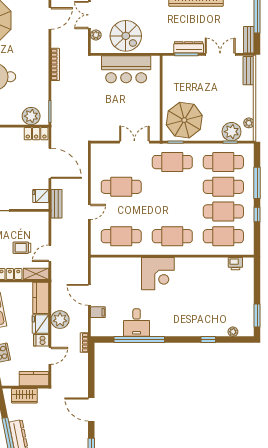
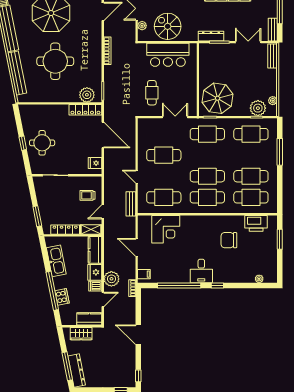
spiral stairs: (126, 36) -> (168, 26), turned 180
dresser: (189, 47) -> (211, 36), moved
cafe table: (107, 114) -> (152, 93), added
locker: (36, 134) -> (85, 110), width x1.53
cafe table: (223, 187) -> (207, 176), moved
bench: (57, 204) -> (131, 204), moved
door: (89, 212) -> (137, 177), swing flipped
window: (257, 214) -> (280, 179), removed
trolley: (22, 248) -> (87, 195), moved
printer: (235, 264) -> (256, 223), width x1.87, depth x1.48
corner desk: (158, 274) -> (166, 229), moved
chair: (197, 286) -> (229, 240), added
filing cabinet: (98, 312) -> (144, 274), moved
window: (257, 316) -> (280, 239), moved
plant: (60, 320) -> (111, 279), moved
desk: (137, 323) -> (201, 271), moved
window: (208, 340) -> (217, 286), moved
door: (91, 410) -> (138, 335), moved

